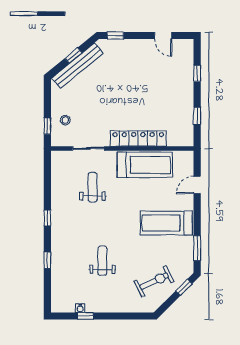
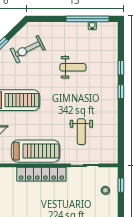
treadmill: (145, 165) -> (36, 151), turned 180
window: (47, 218) -> (121, 92), moved
weight bench: (102, 261) -> (73, 67), turned -90
window: (86, 316) -> (88, 19), width x3.17

